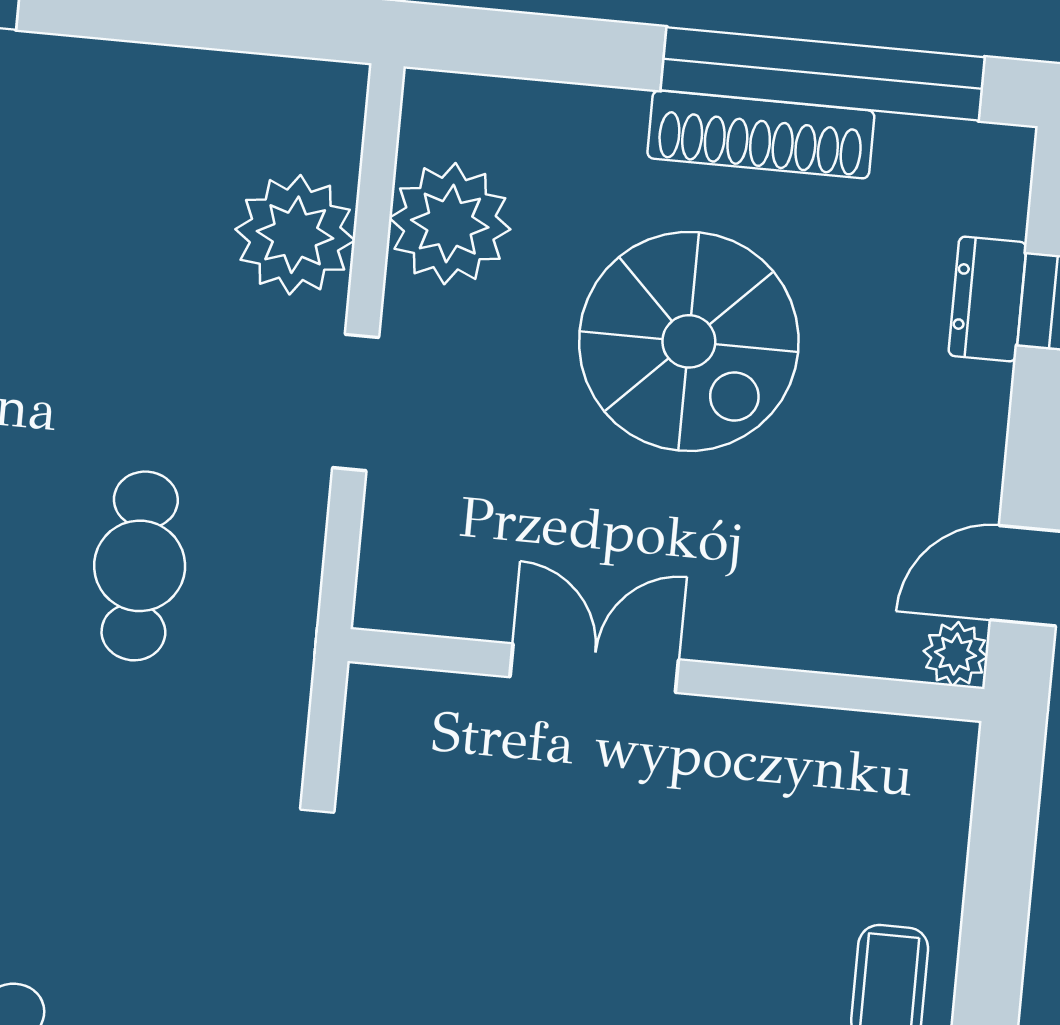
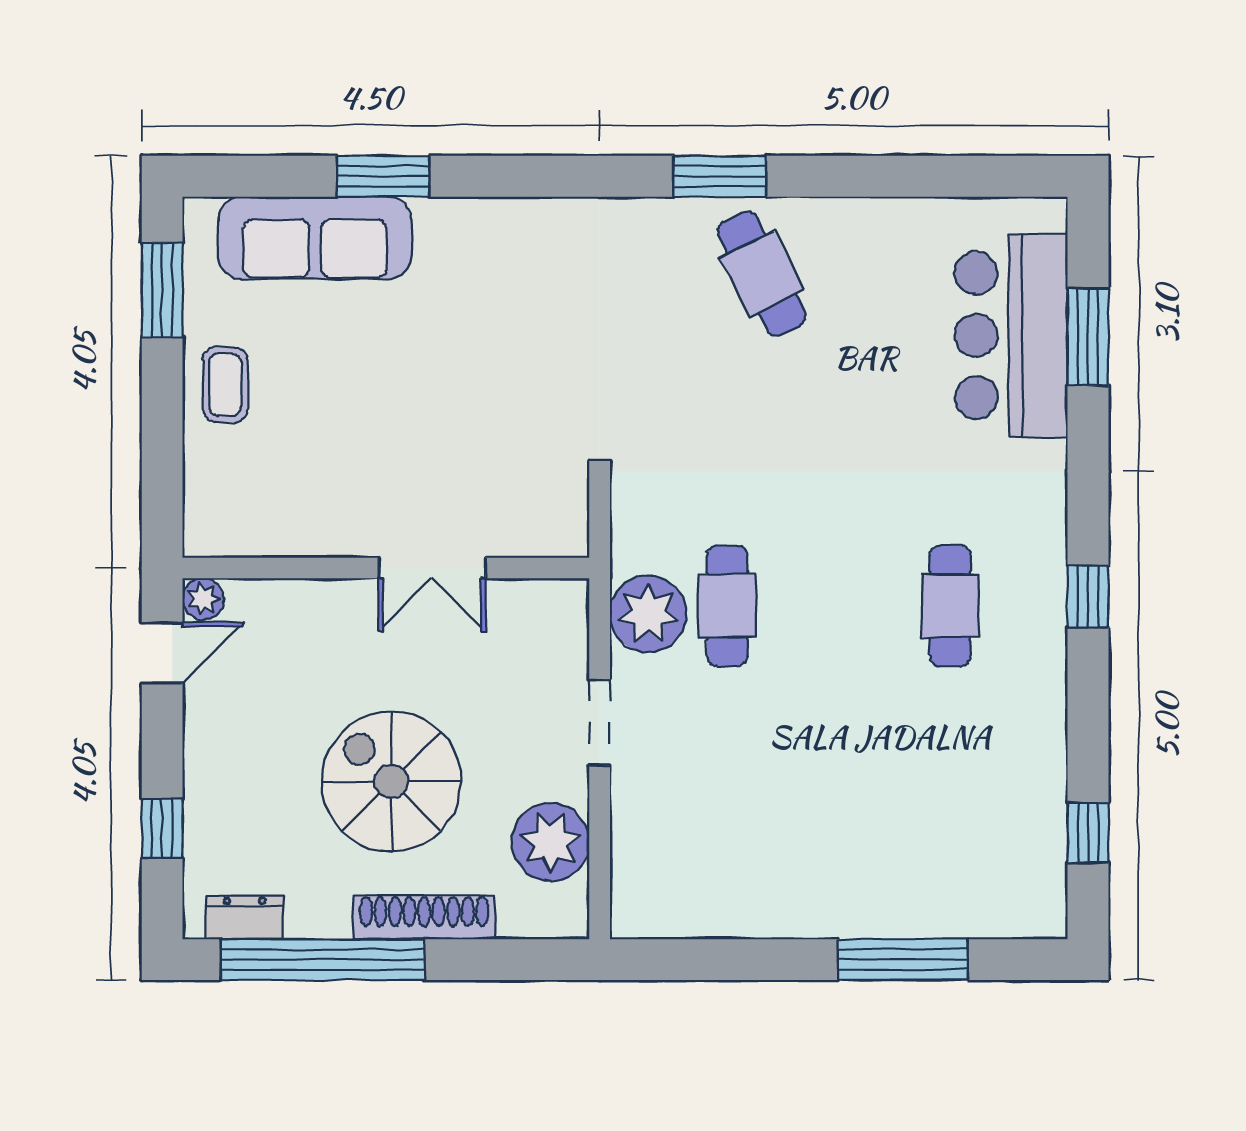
shoe rack: (761, 134) -> (424, 917), moved
plant: (295, 235) -> (648, 614), moved
dresser: (987, 299) -> (245, 918), moved, turned -90

